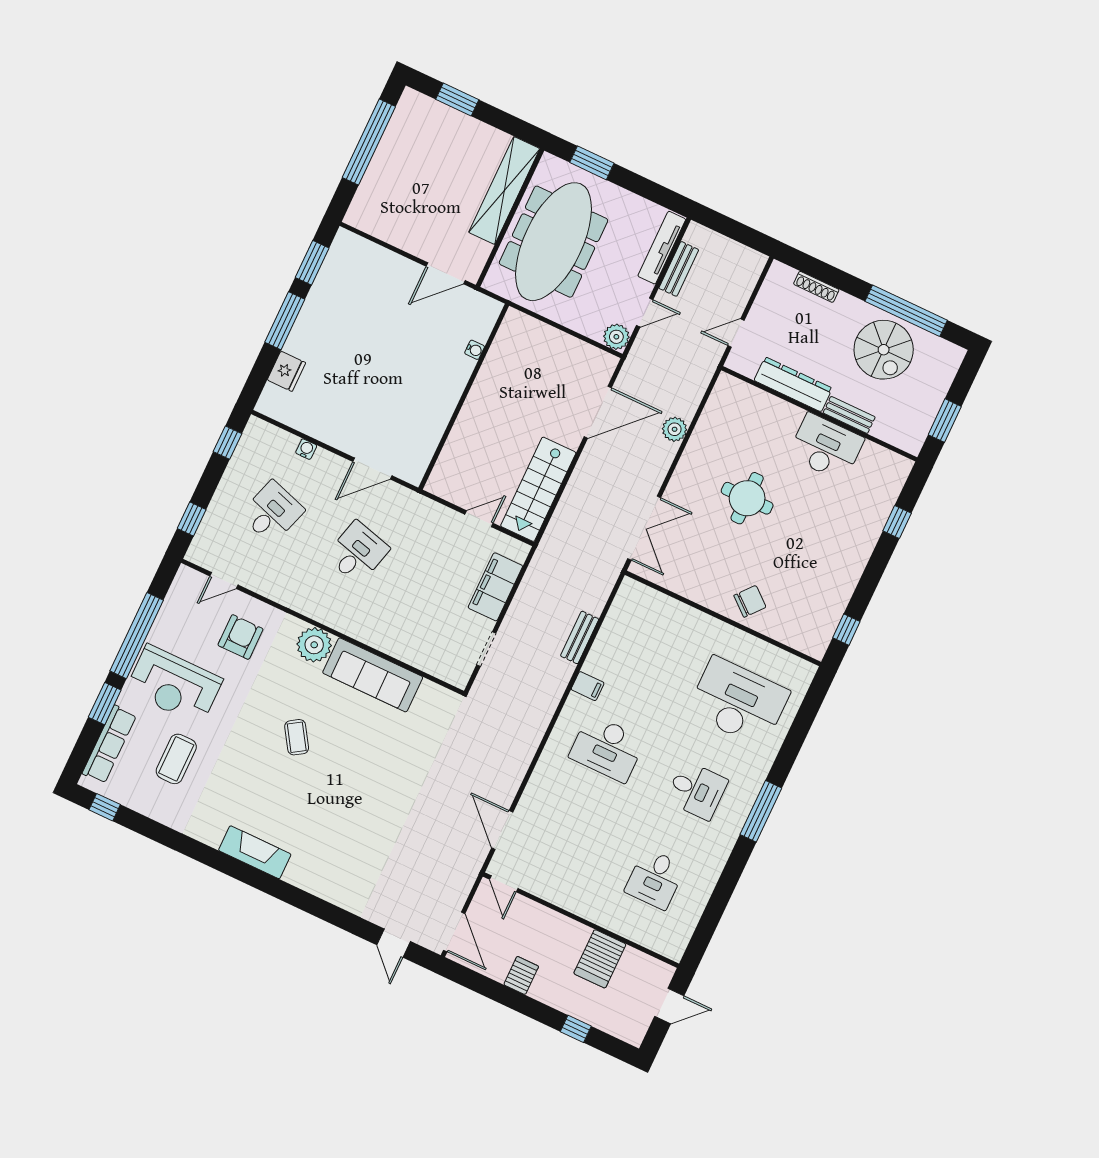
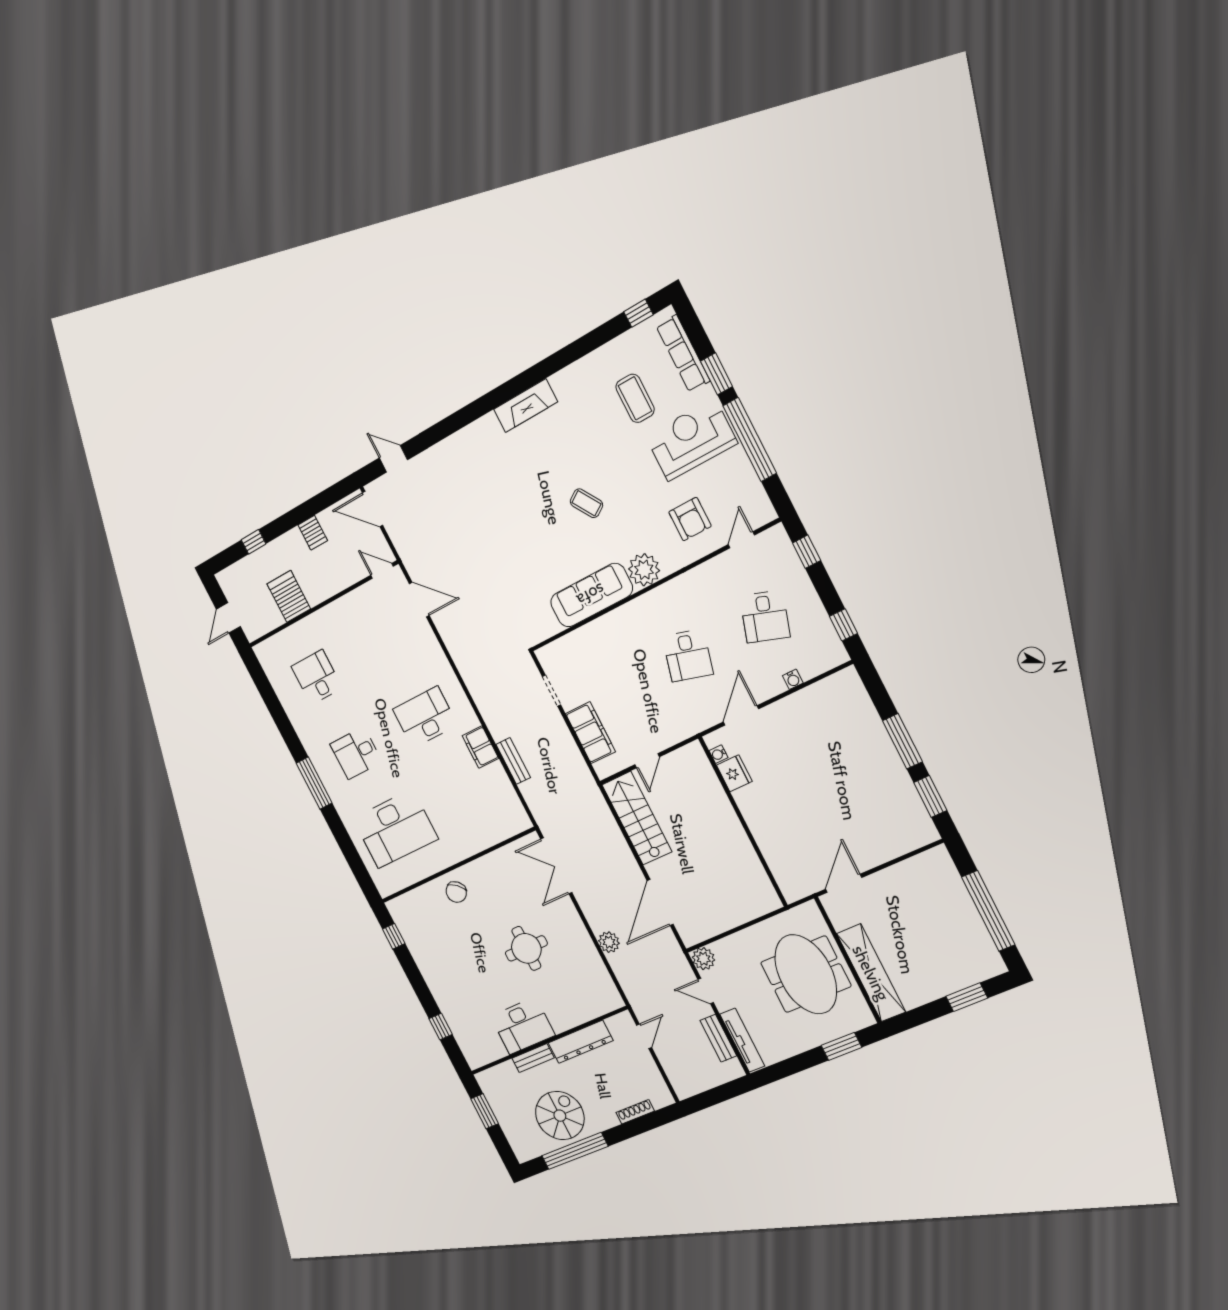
meeting table: (553, 242) -> (806, 974), width x0.73
door: (645, 312) -> (706, 991), hinge flipped
water cooler: (475, 350) -> (718, 754), moved
spiral stairs: (884, 350) -> (560, 1116), turned 90
fridge: (286, 371) -> (734, 773), moved, turned 180
filing cabinet: (588, 686) -> (480, 747), width x2.00

